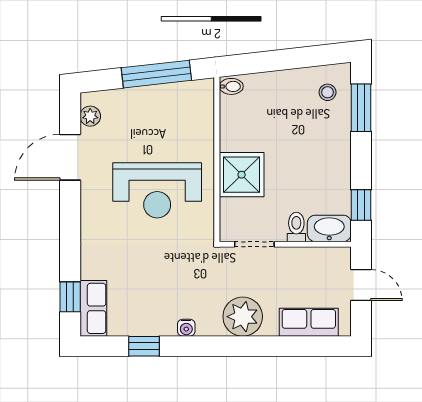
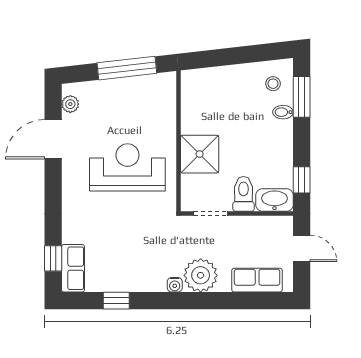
bidet: (231, 86) -> (283, 112), moved, turned 180
reception desk: (157, 190) -> (127, 167), turned 180
toilet: (296, 227) -> (243, 194), width x1.37, depth x1.39
water cooler: (186, 328) -> (175, 285), moved

